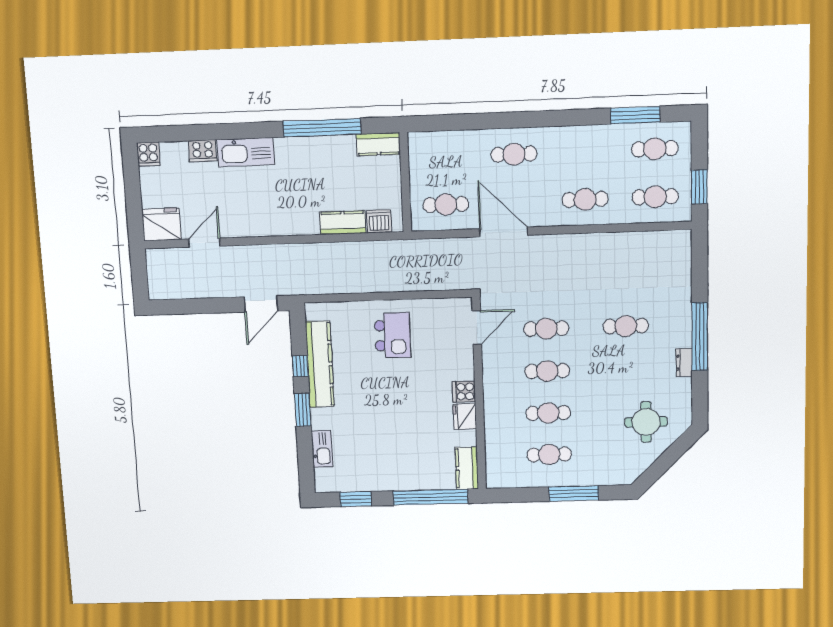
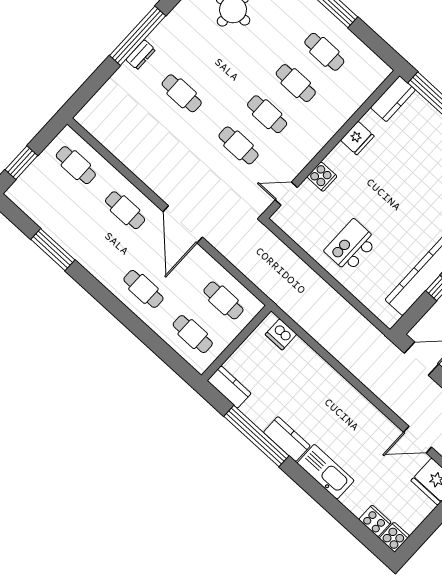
window: (635, 115) -> (53, 250), moved
cafe table: (655, 149) -> (193, 334), moved
cooker: (203, 151) -> (375, 521), moved
window: (699, 187) -> (21, 163), moved
kitchen counter: (343, 223) -> (287, 439), moved, turned 180
door: (503, 232) -> (183, 224), moved
door: (477, 328) -> (286, 194), width x0.73
dresser: (684, 362) -> (141, 55), moved
cooker: (464, 392) -> (322, 177), moved

